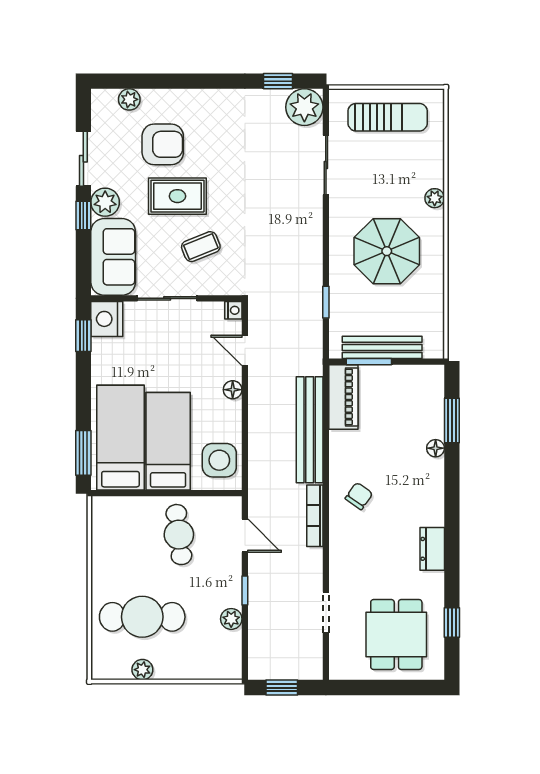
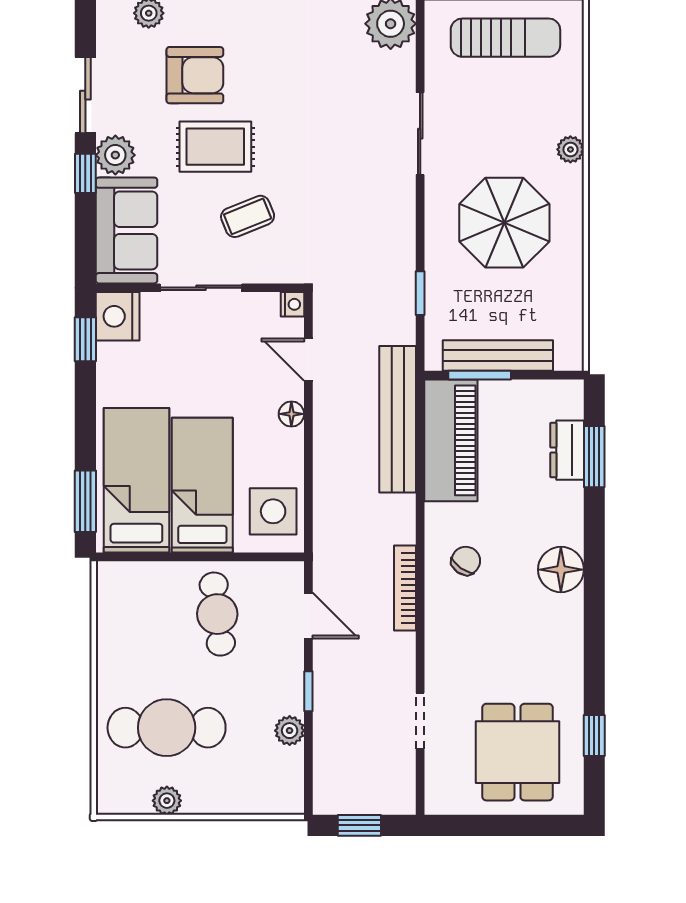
sliding door: (326, 165) -> (420, 134), moved
piano: (343, 397) -> (451, 440), width x1.37, depth x1.33
bench: (310, 430) -> (398, 419), moved
floor lamp: (436, 448) -> (561, 570), moved, width x1.89, depth x1.89
dresser: (432, 549) -> (567, 450), moved

